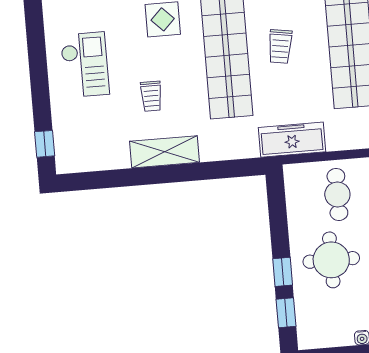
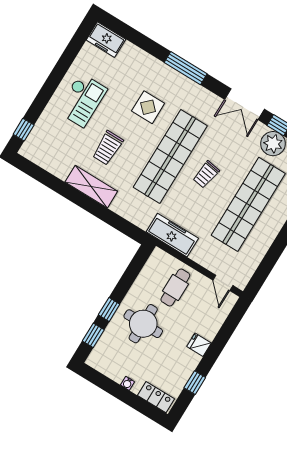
trolley: (151, 96) -> (108, 148), width x1.36, depth x1.39

